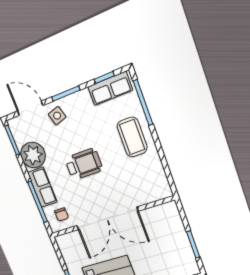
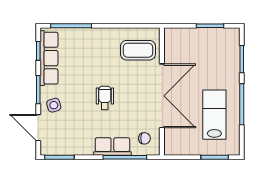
row of seats: (110, 88) -> (49, 58), width x1.48
door: (30, 108) -> (38, 128), hinge flipped
coffee table: (132, 137) -> (138, 50), moved
plant: (33, 155) -> (80, 143), removed
wheelchair: (84, 164) -> (105, 98), width x0.73, depth x0.73

